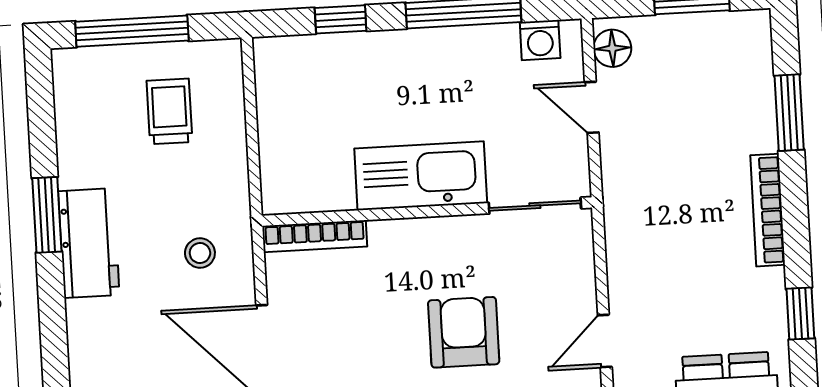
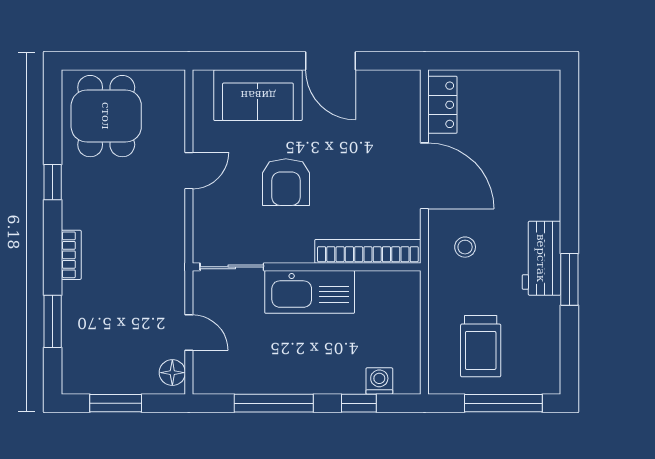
washing machine: (540, 40) -> (379, 381), moved
trolley: (169, 111) -> (481, 346), width x1.36, depth x1.39
bookcase: (768, 210) -> (71, 255), width x0.64
bookcase: (315, 236) -> (368, 251), width x1.48, depth x1.31

